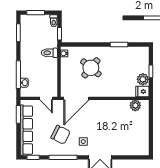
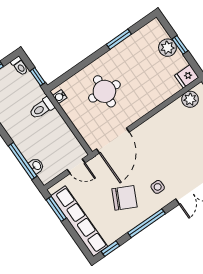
round table: (91, 68) -> (104, 91), turned -35
plant: (143, 79) -> (167, 48), moved

